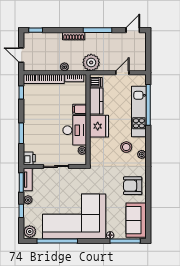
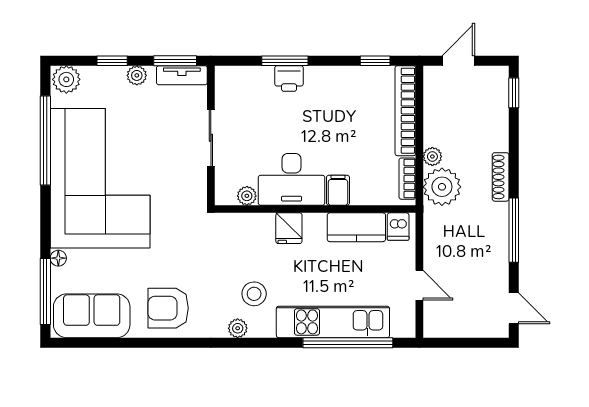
plant: (91, 62) -> (442, 187), moved
fridge: (99, 126) -> (289, 228), width x0.53, depth x0.75
printer: (29, 158) -> (289, 78), moved
armchair: (133, 186) -> (168, 308), turned -90

